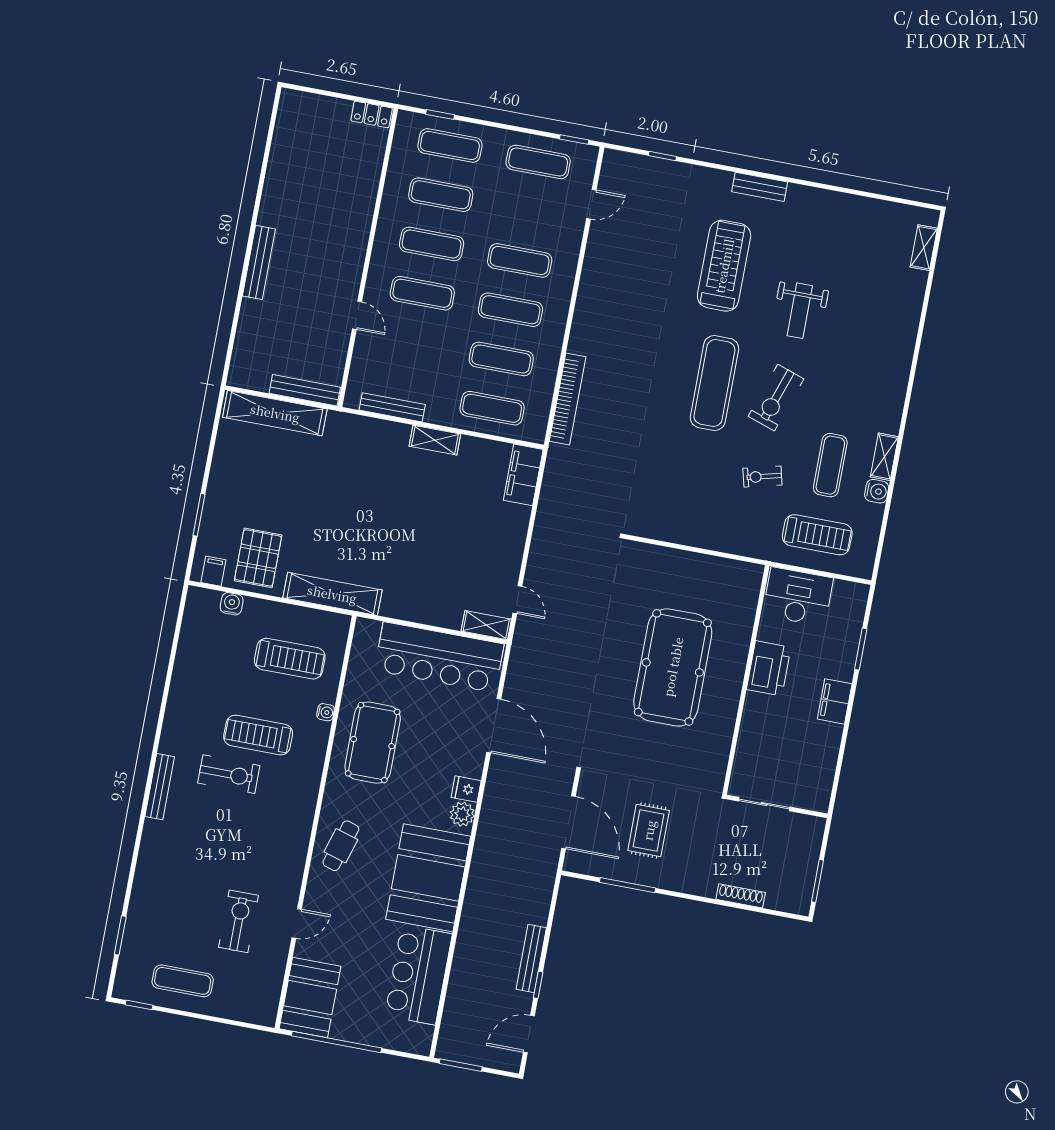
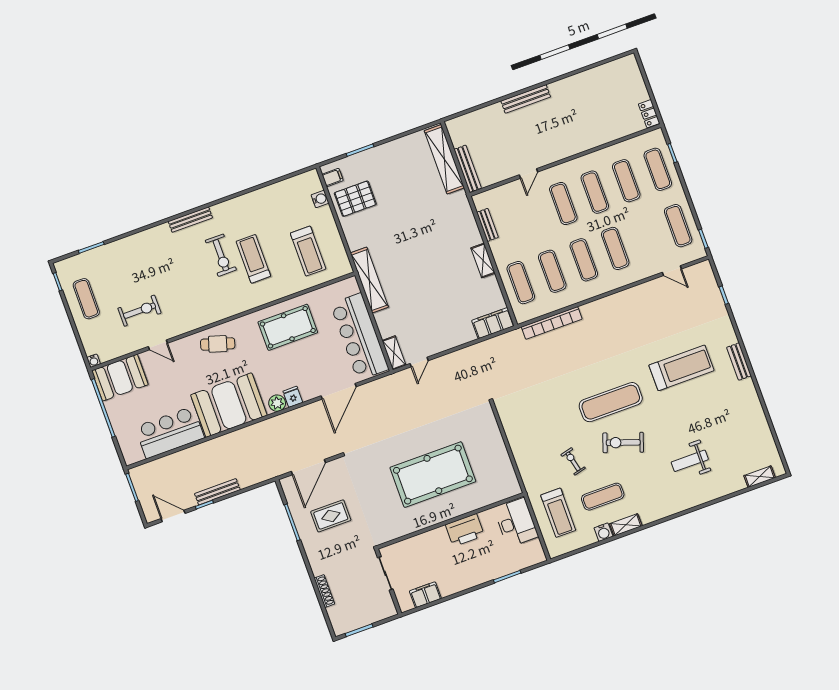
weight bench: (800, 311) -> (690, 461), moved
bench: (392, 407) -> (487, 225), width x0.73
shelving: (332, 594) -> (369, 280), moved
filing cabinet: (835, 701) -> (425, 595), moved
water cooler: (326, 712) -> (94, 361), moved

